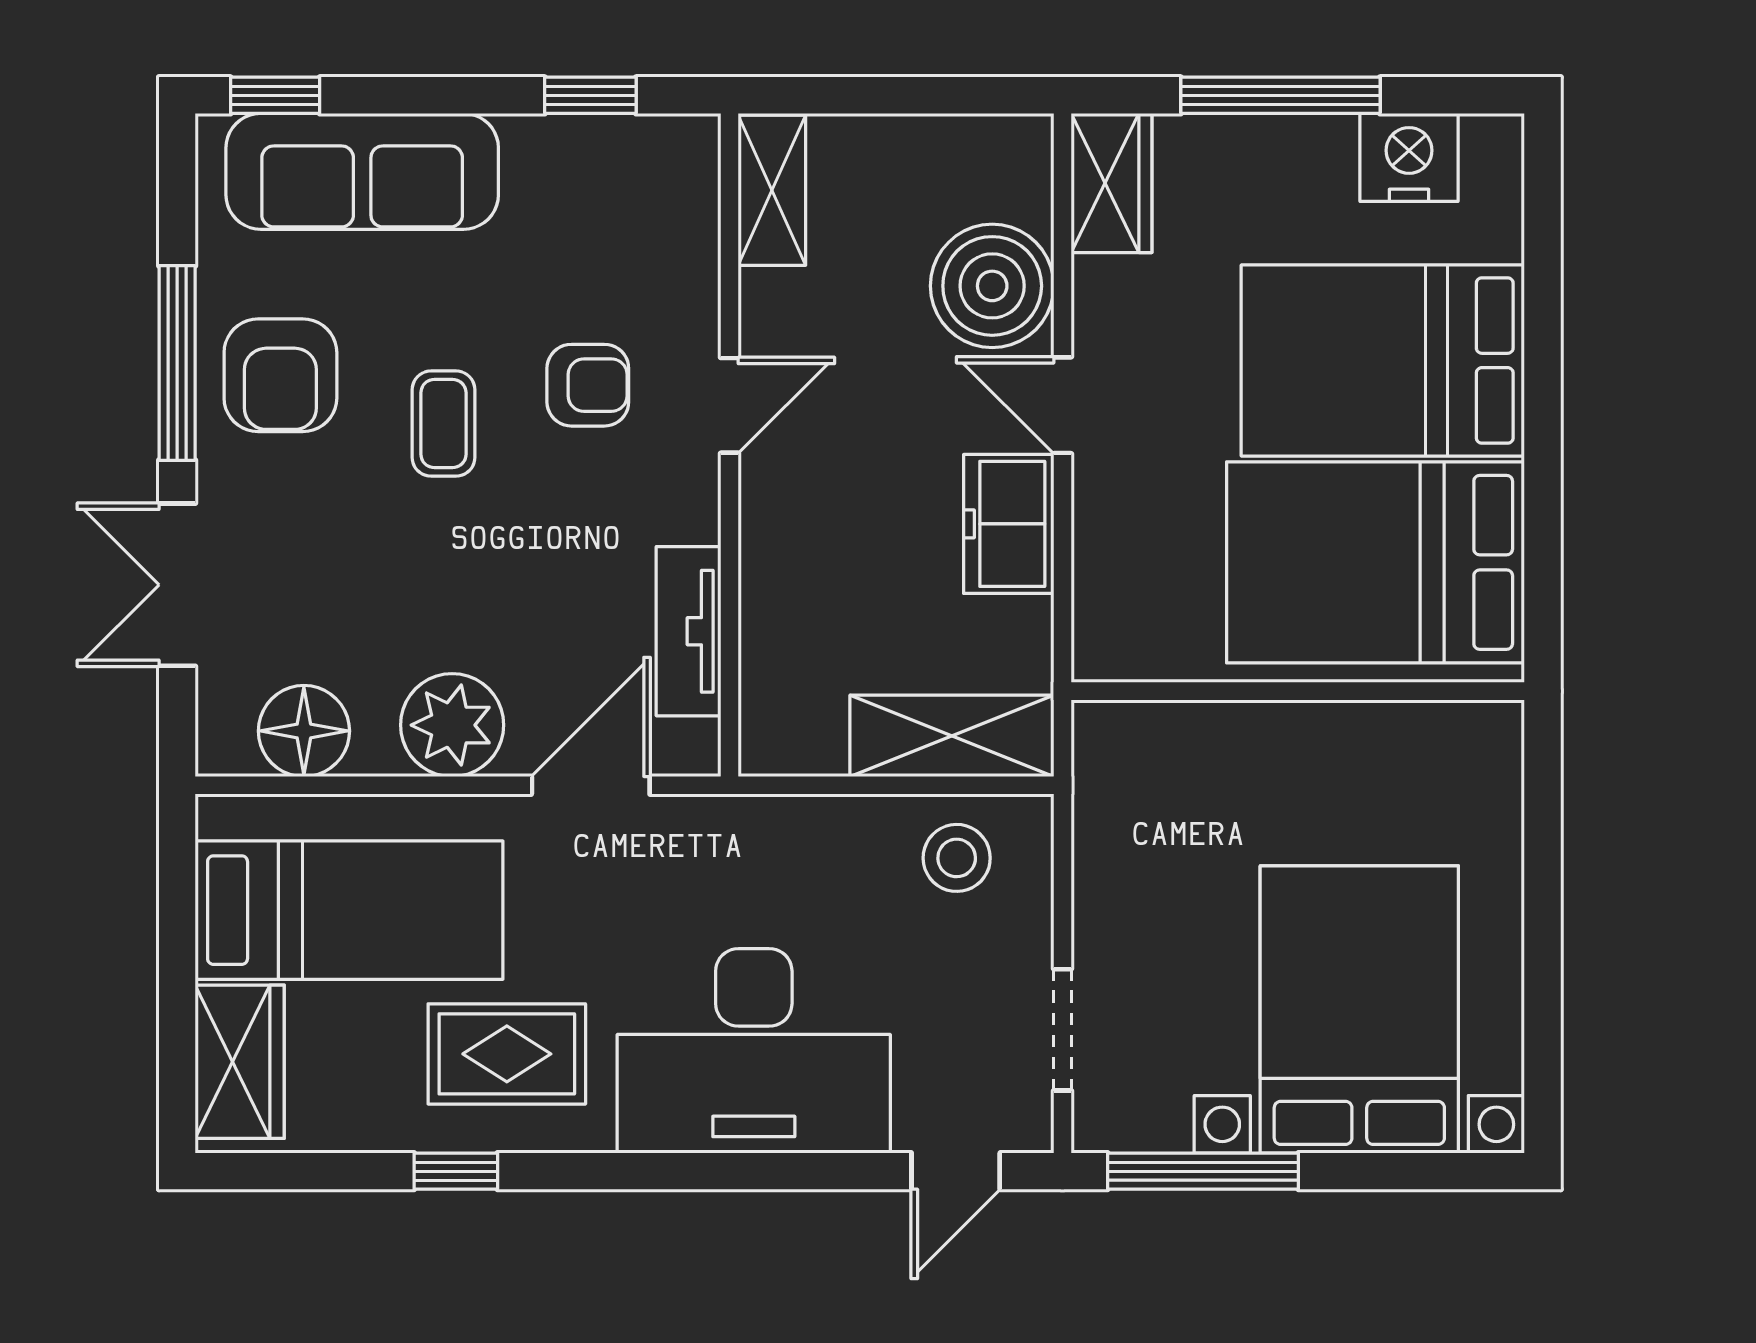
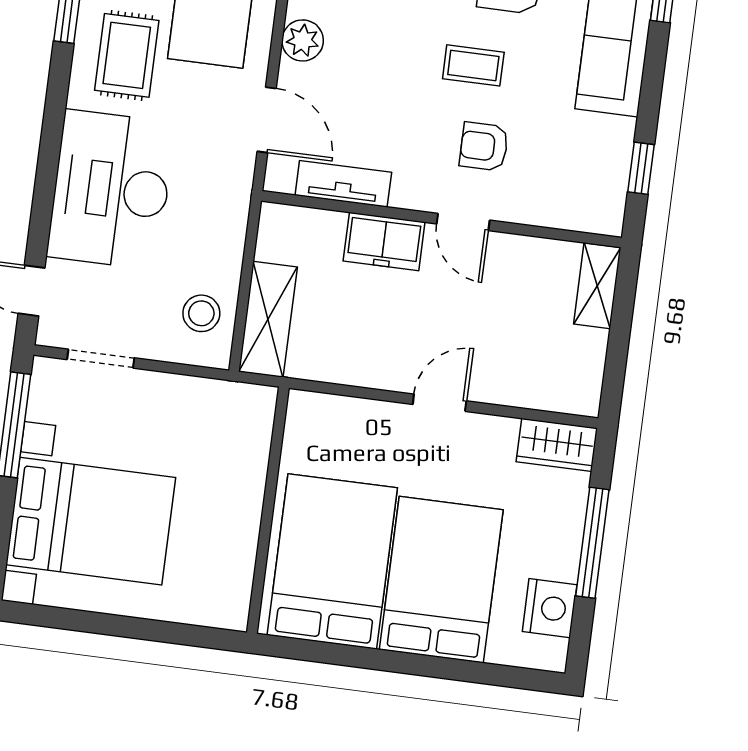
shelving: (772, 190) -> (597, 286), moved, turned 90
boiler: (992, 286) -> (509, 373), removed
armchair: (588, 385) -> (484, 146), turned 90
freezer: (1009, 524) -> (384, 241), moved, turned 180
plant: (452, 725) -> (303, 40), width x0.73, depth x0.73

